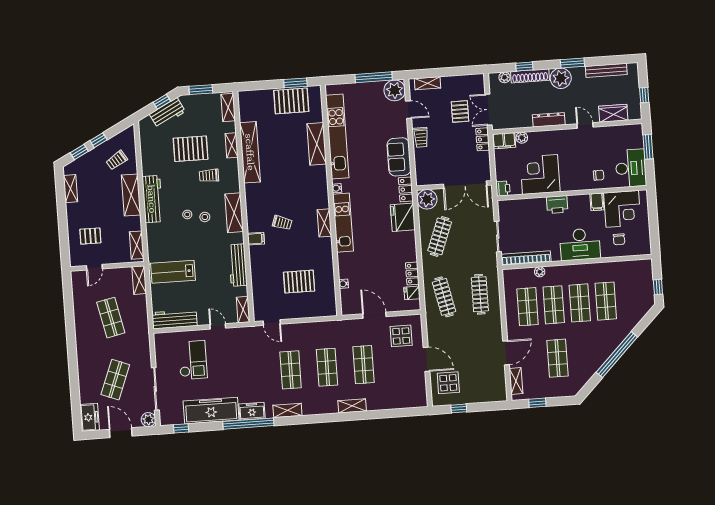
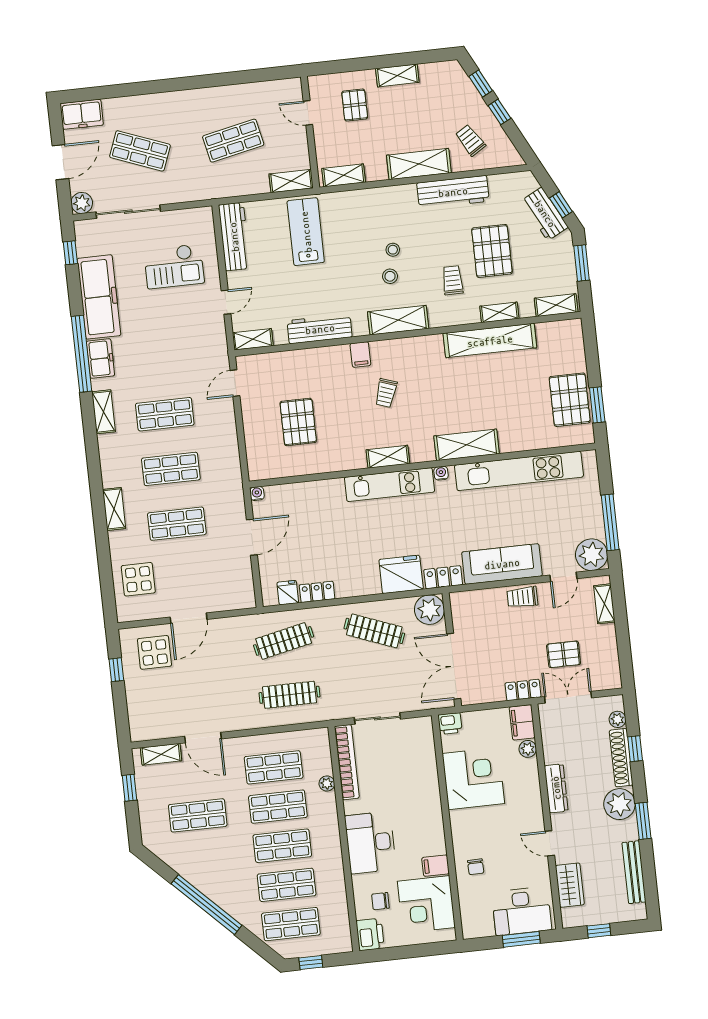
door: (585, 125) -> (550, 843), swing flipped
shelving: (317, 144) -> (467, 445), moved
sofa: (399, 157) -> (502, 564), width x1.36
desk: (631, 168) -> (522, 911), moved
shelving: (70, 189) -> (397, 75), moved
workbench: (152, 199) -> (453, 192), moved
printer: (557, 205) -> (370, 935), moved, turned 180
water cooler: (344, 284) -> (257, 494), moved
shop shelf: (632, 299) -> (291, 924), added
display table: (401, 336) -> (138, 579), moved

